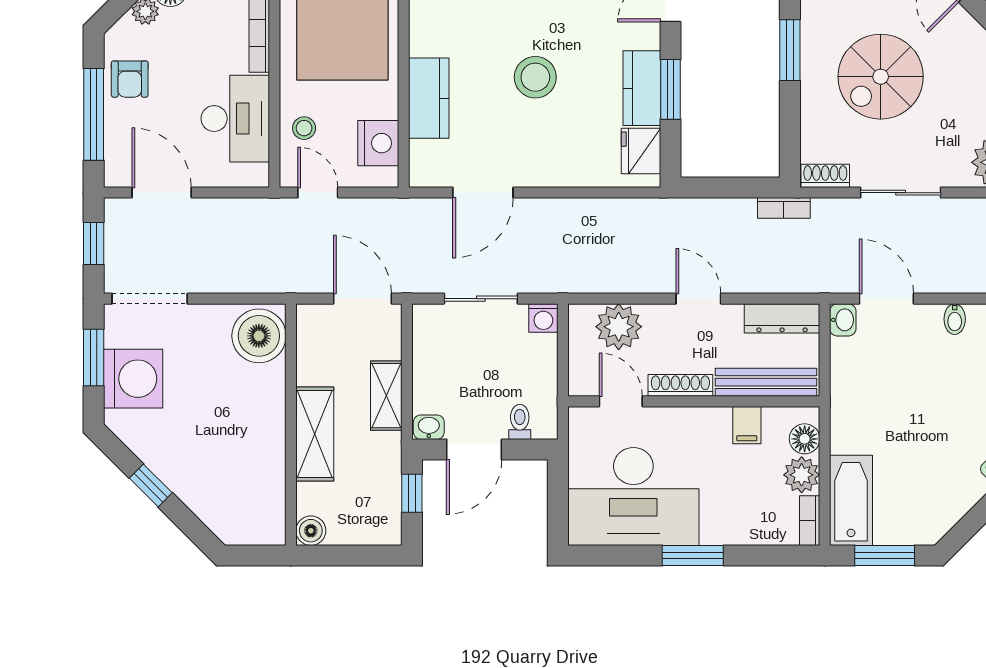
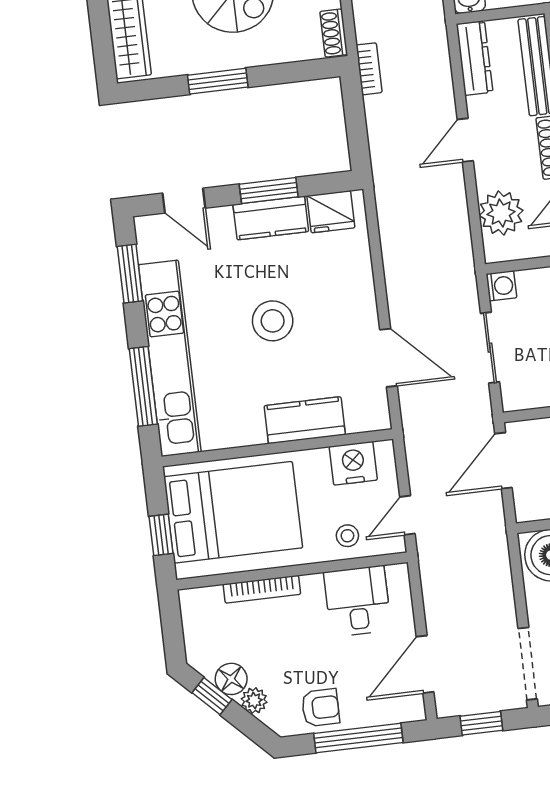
desk: (235, 119) -> (357, 601), width x0.73

